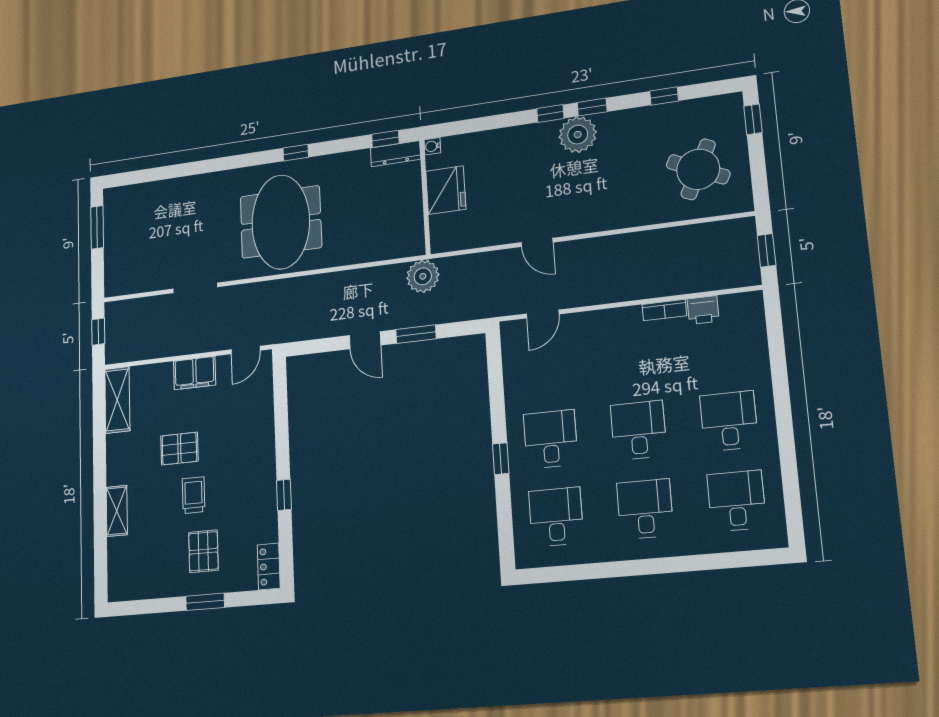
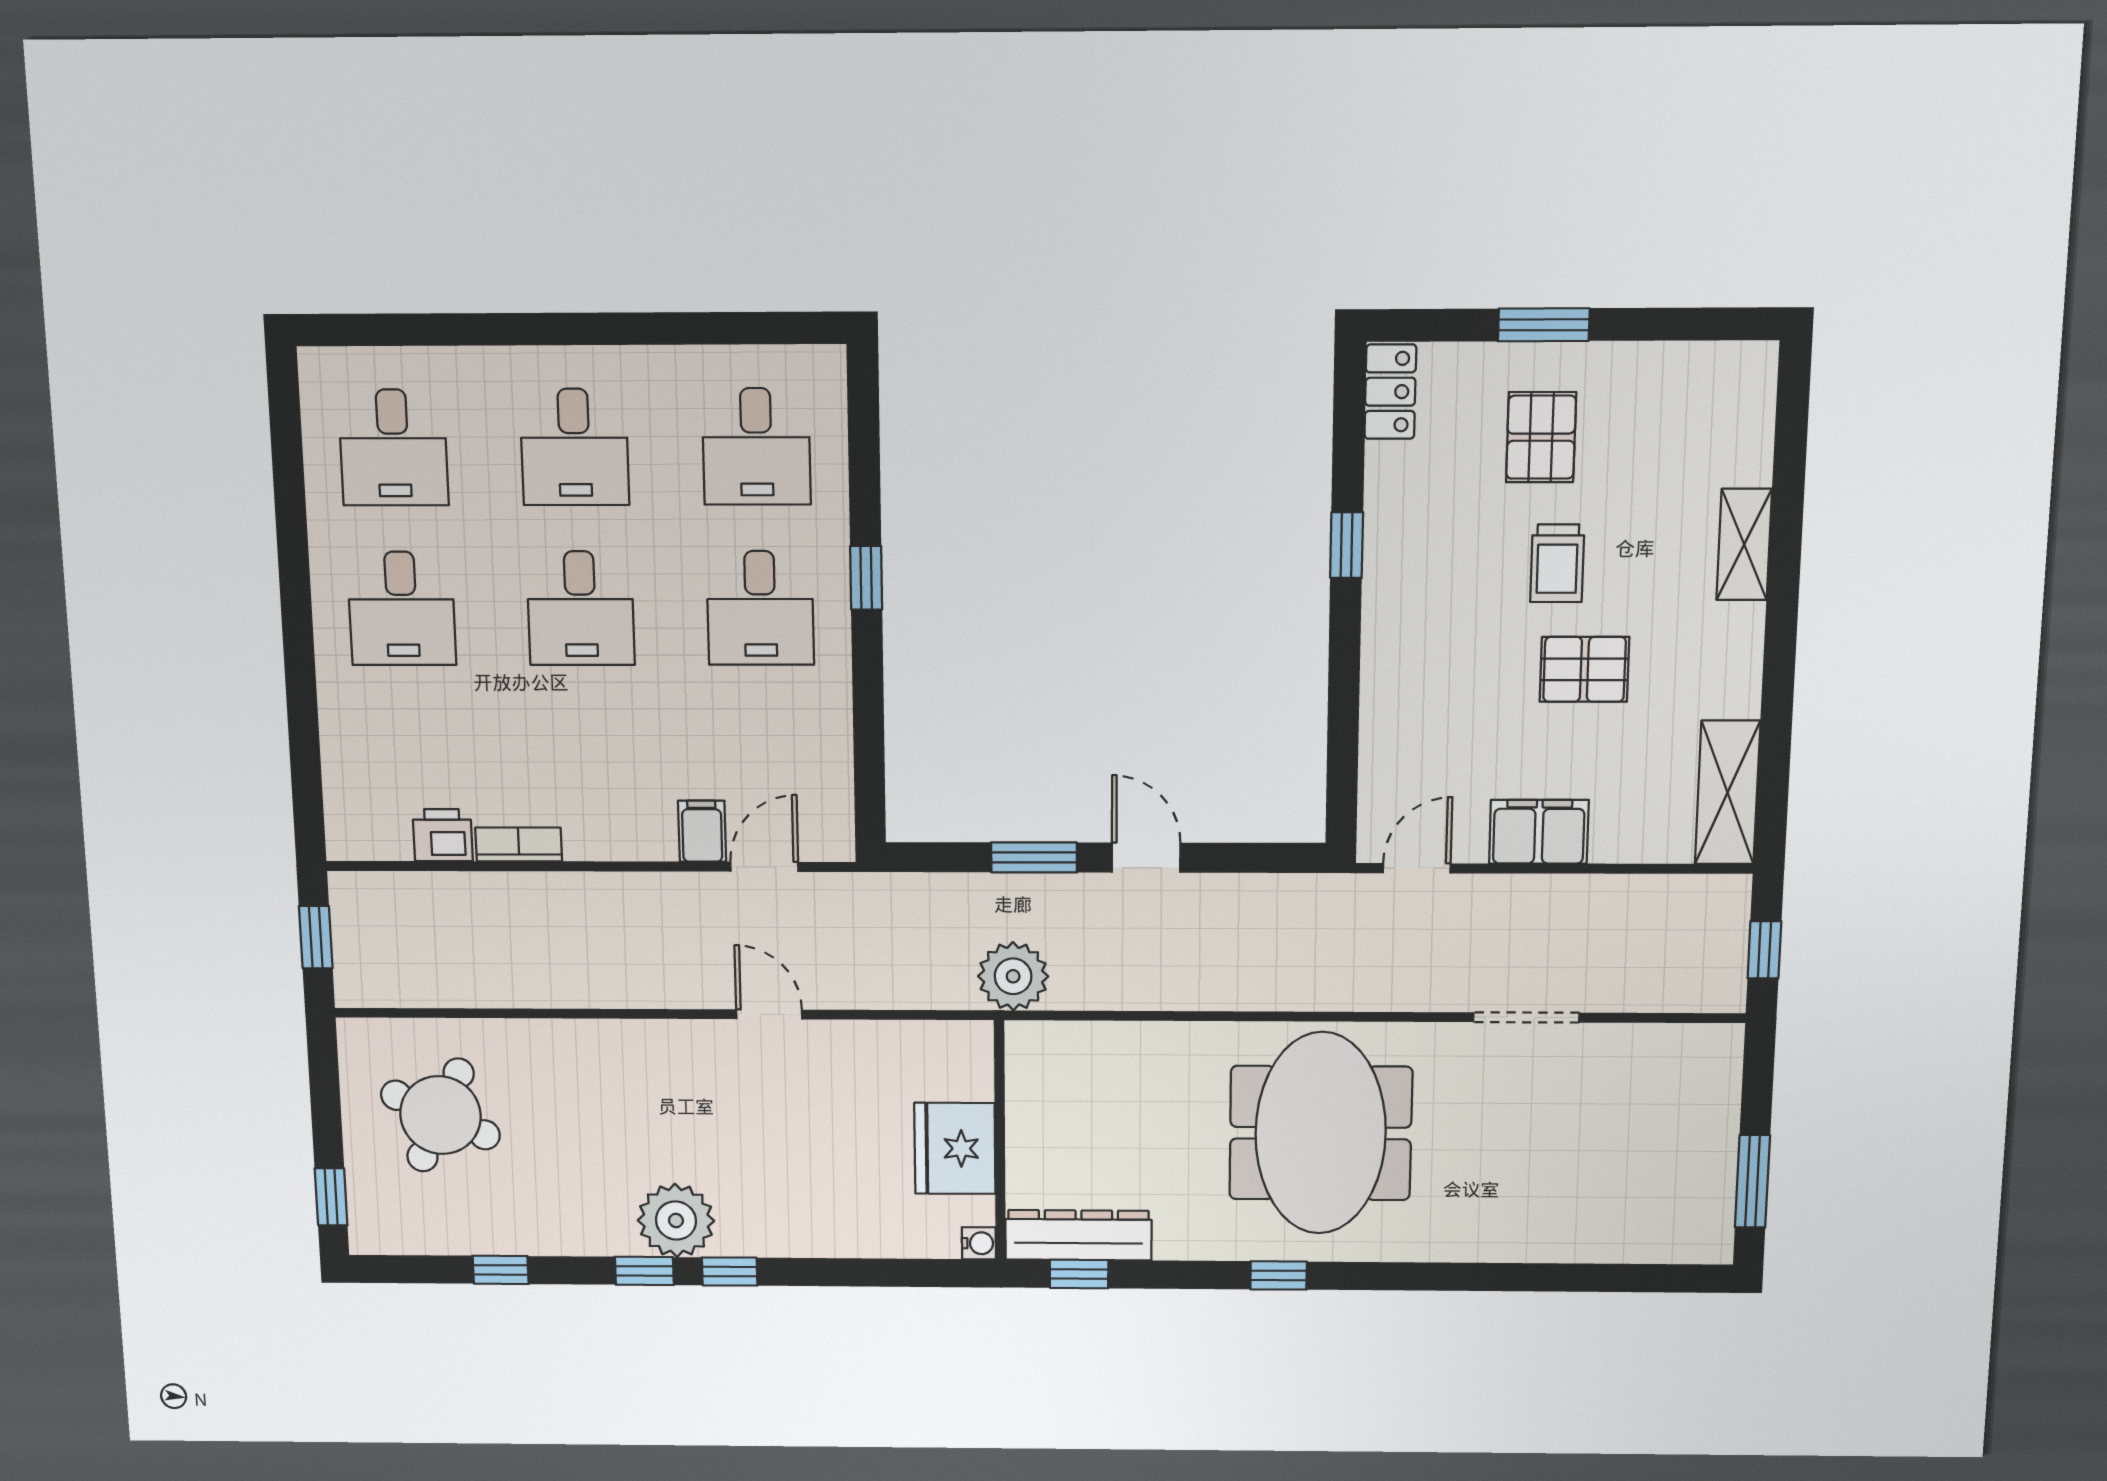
dresser: (395, 154) -> (1078, 1235), width x1.37, depth x1.24
filing cabinet: (574, 328) -> (702, 831), added

